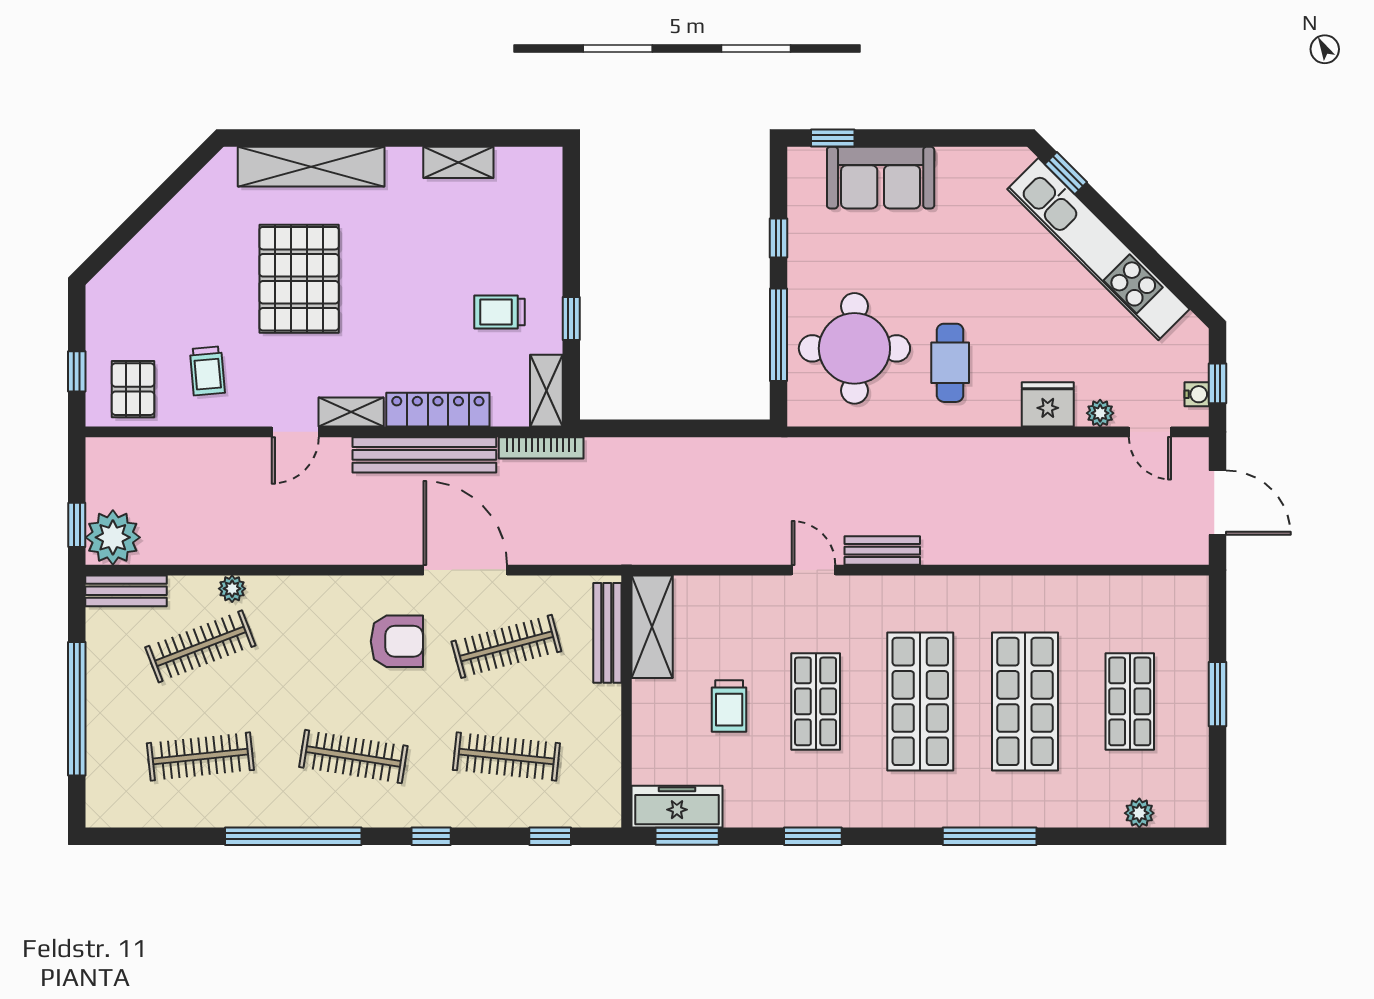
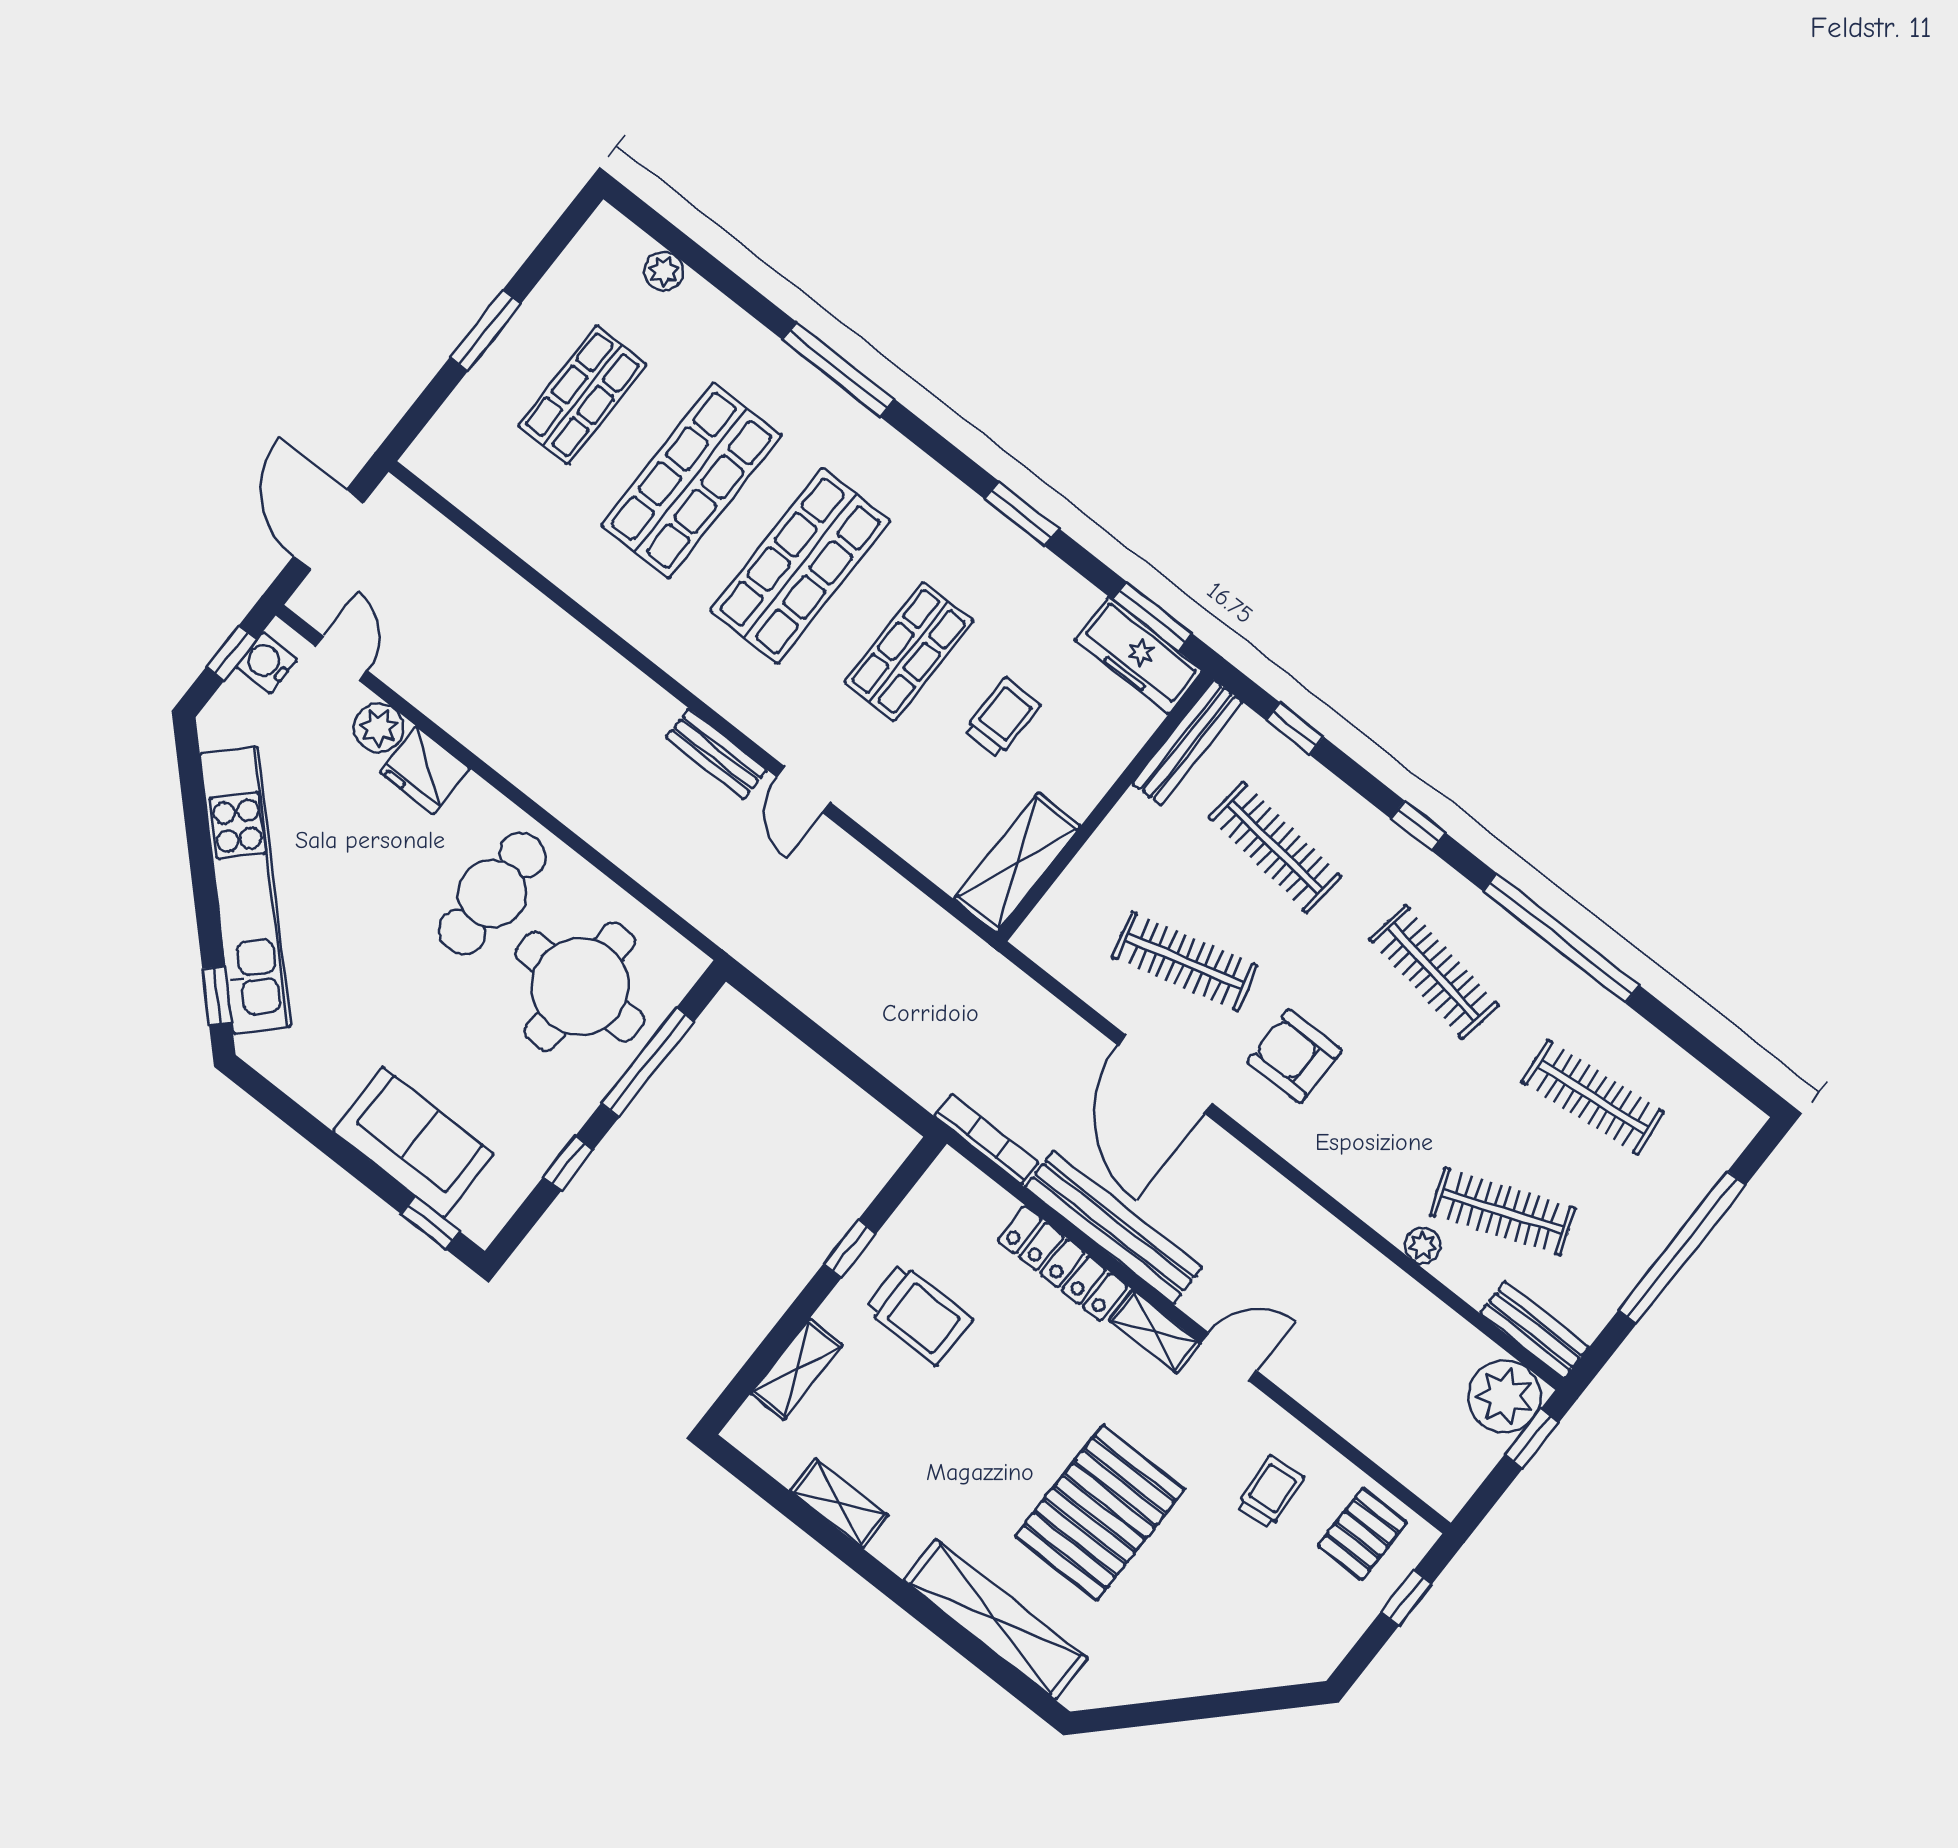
trolley: (500, 312) -> (919, 1314), width x1.36, depth x1.39
cafe table: (950, 363) -> (492, 893), width x1.37, depth x1.35
shelving: (546, 391) -> (797, 1369), moved
water cooler: (1197, 394) -> (267, 663), width x1.38, depth x1.38
plant: (1100, 413) -> (379, 728), width x1.38, depth x1.38
bench: (607, 633) -> (1187, 743), moved

